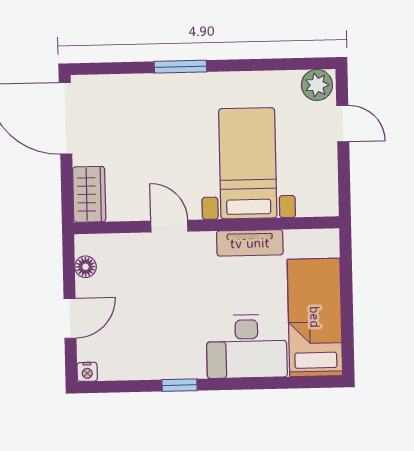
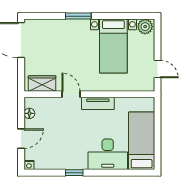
door: (343, 124) -> (157, 69), moved
bed with nightstands: (248, 163) -> (113, 46), moved, turned 180
wardrobe: (89, 194) -> (42, 84), moved, turned -90
tv unit: (250, 243) -> (98, 103), moved

